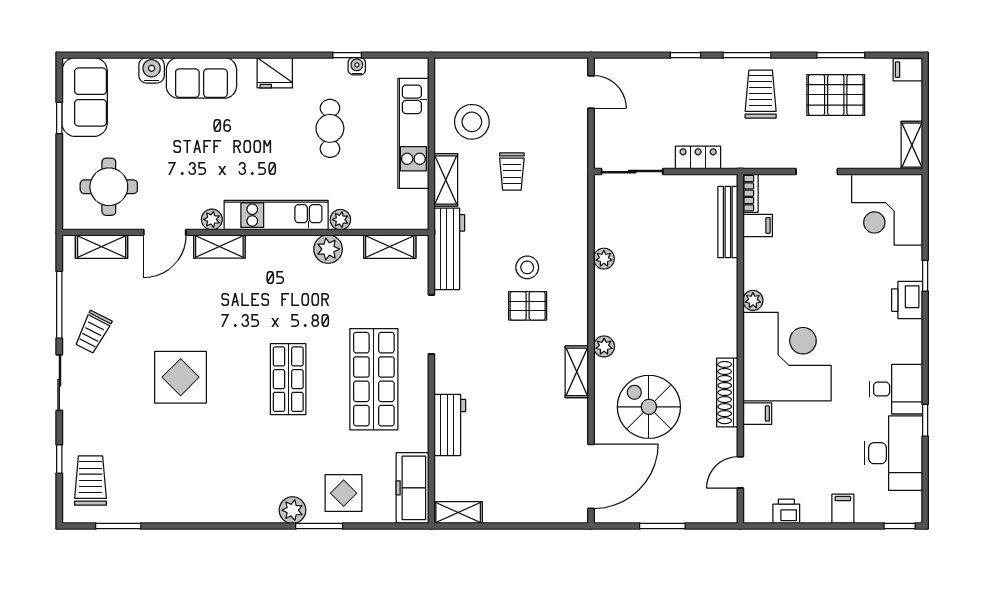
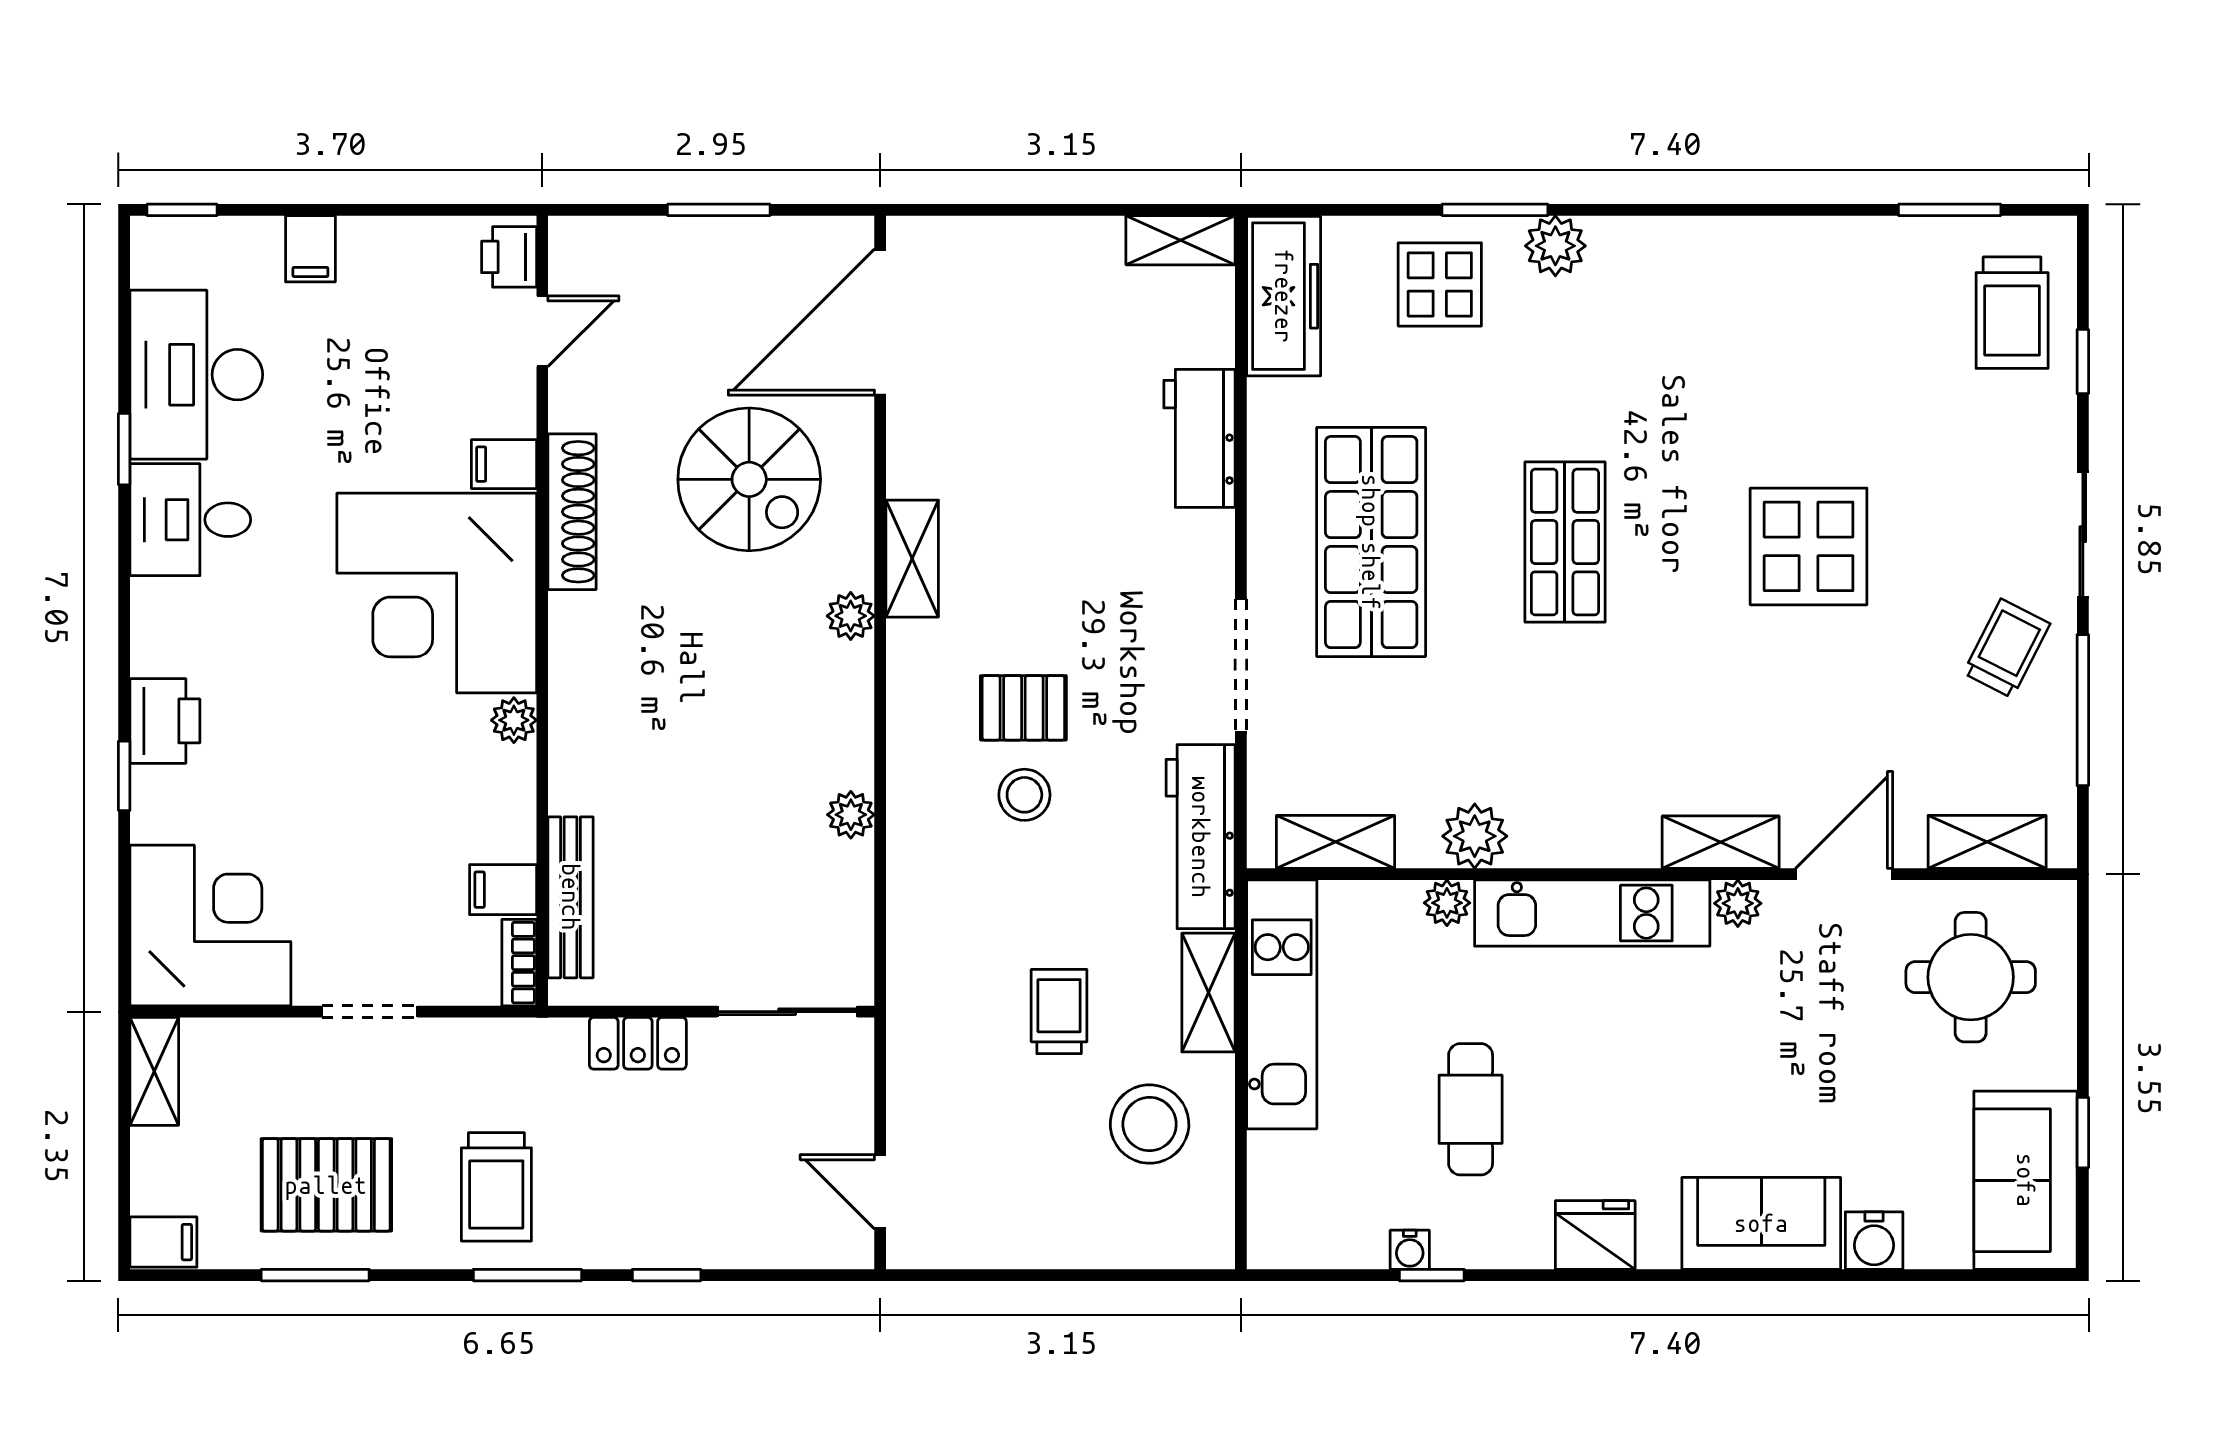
kitchen unit: (413, 133) -> (1282, 1004), moved
printer: (786, 511) -> (509, 257), moved, turned 90

